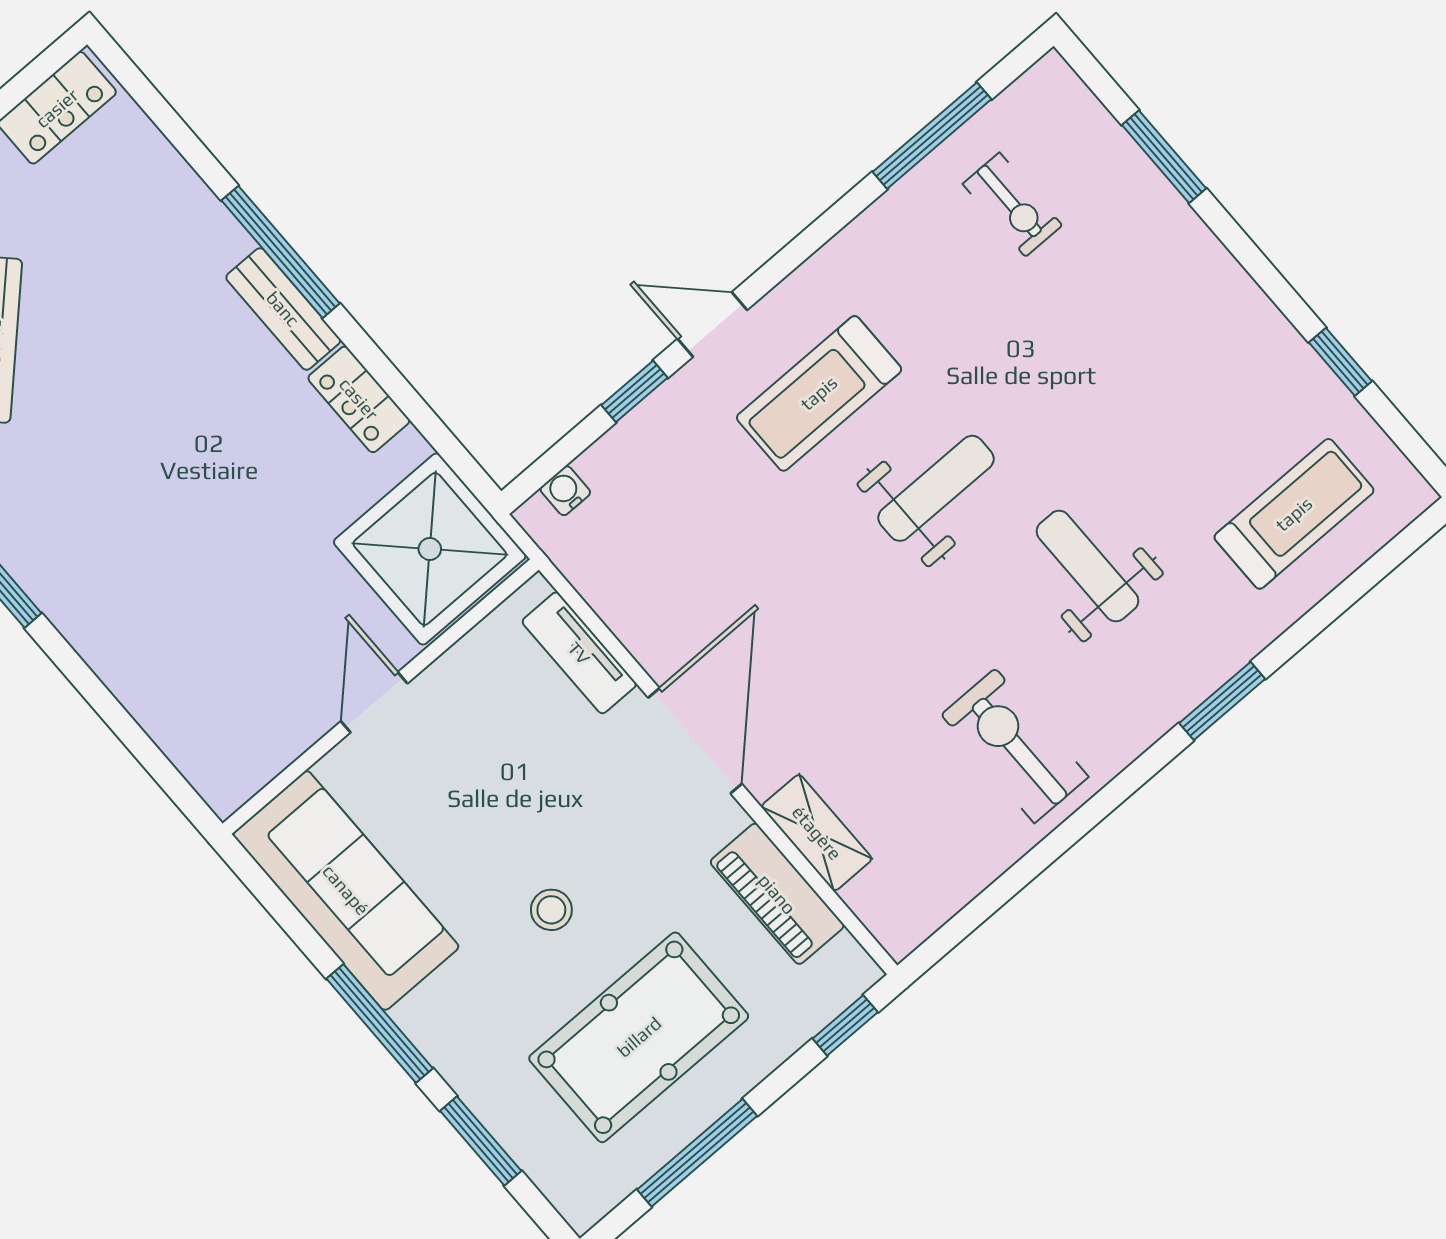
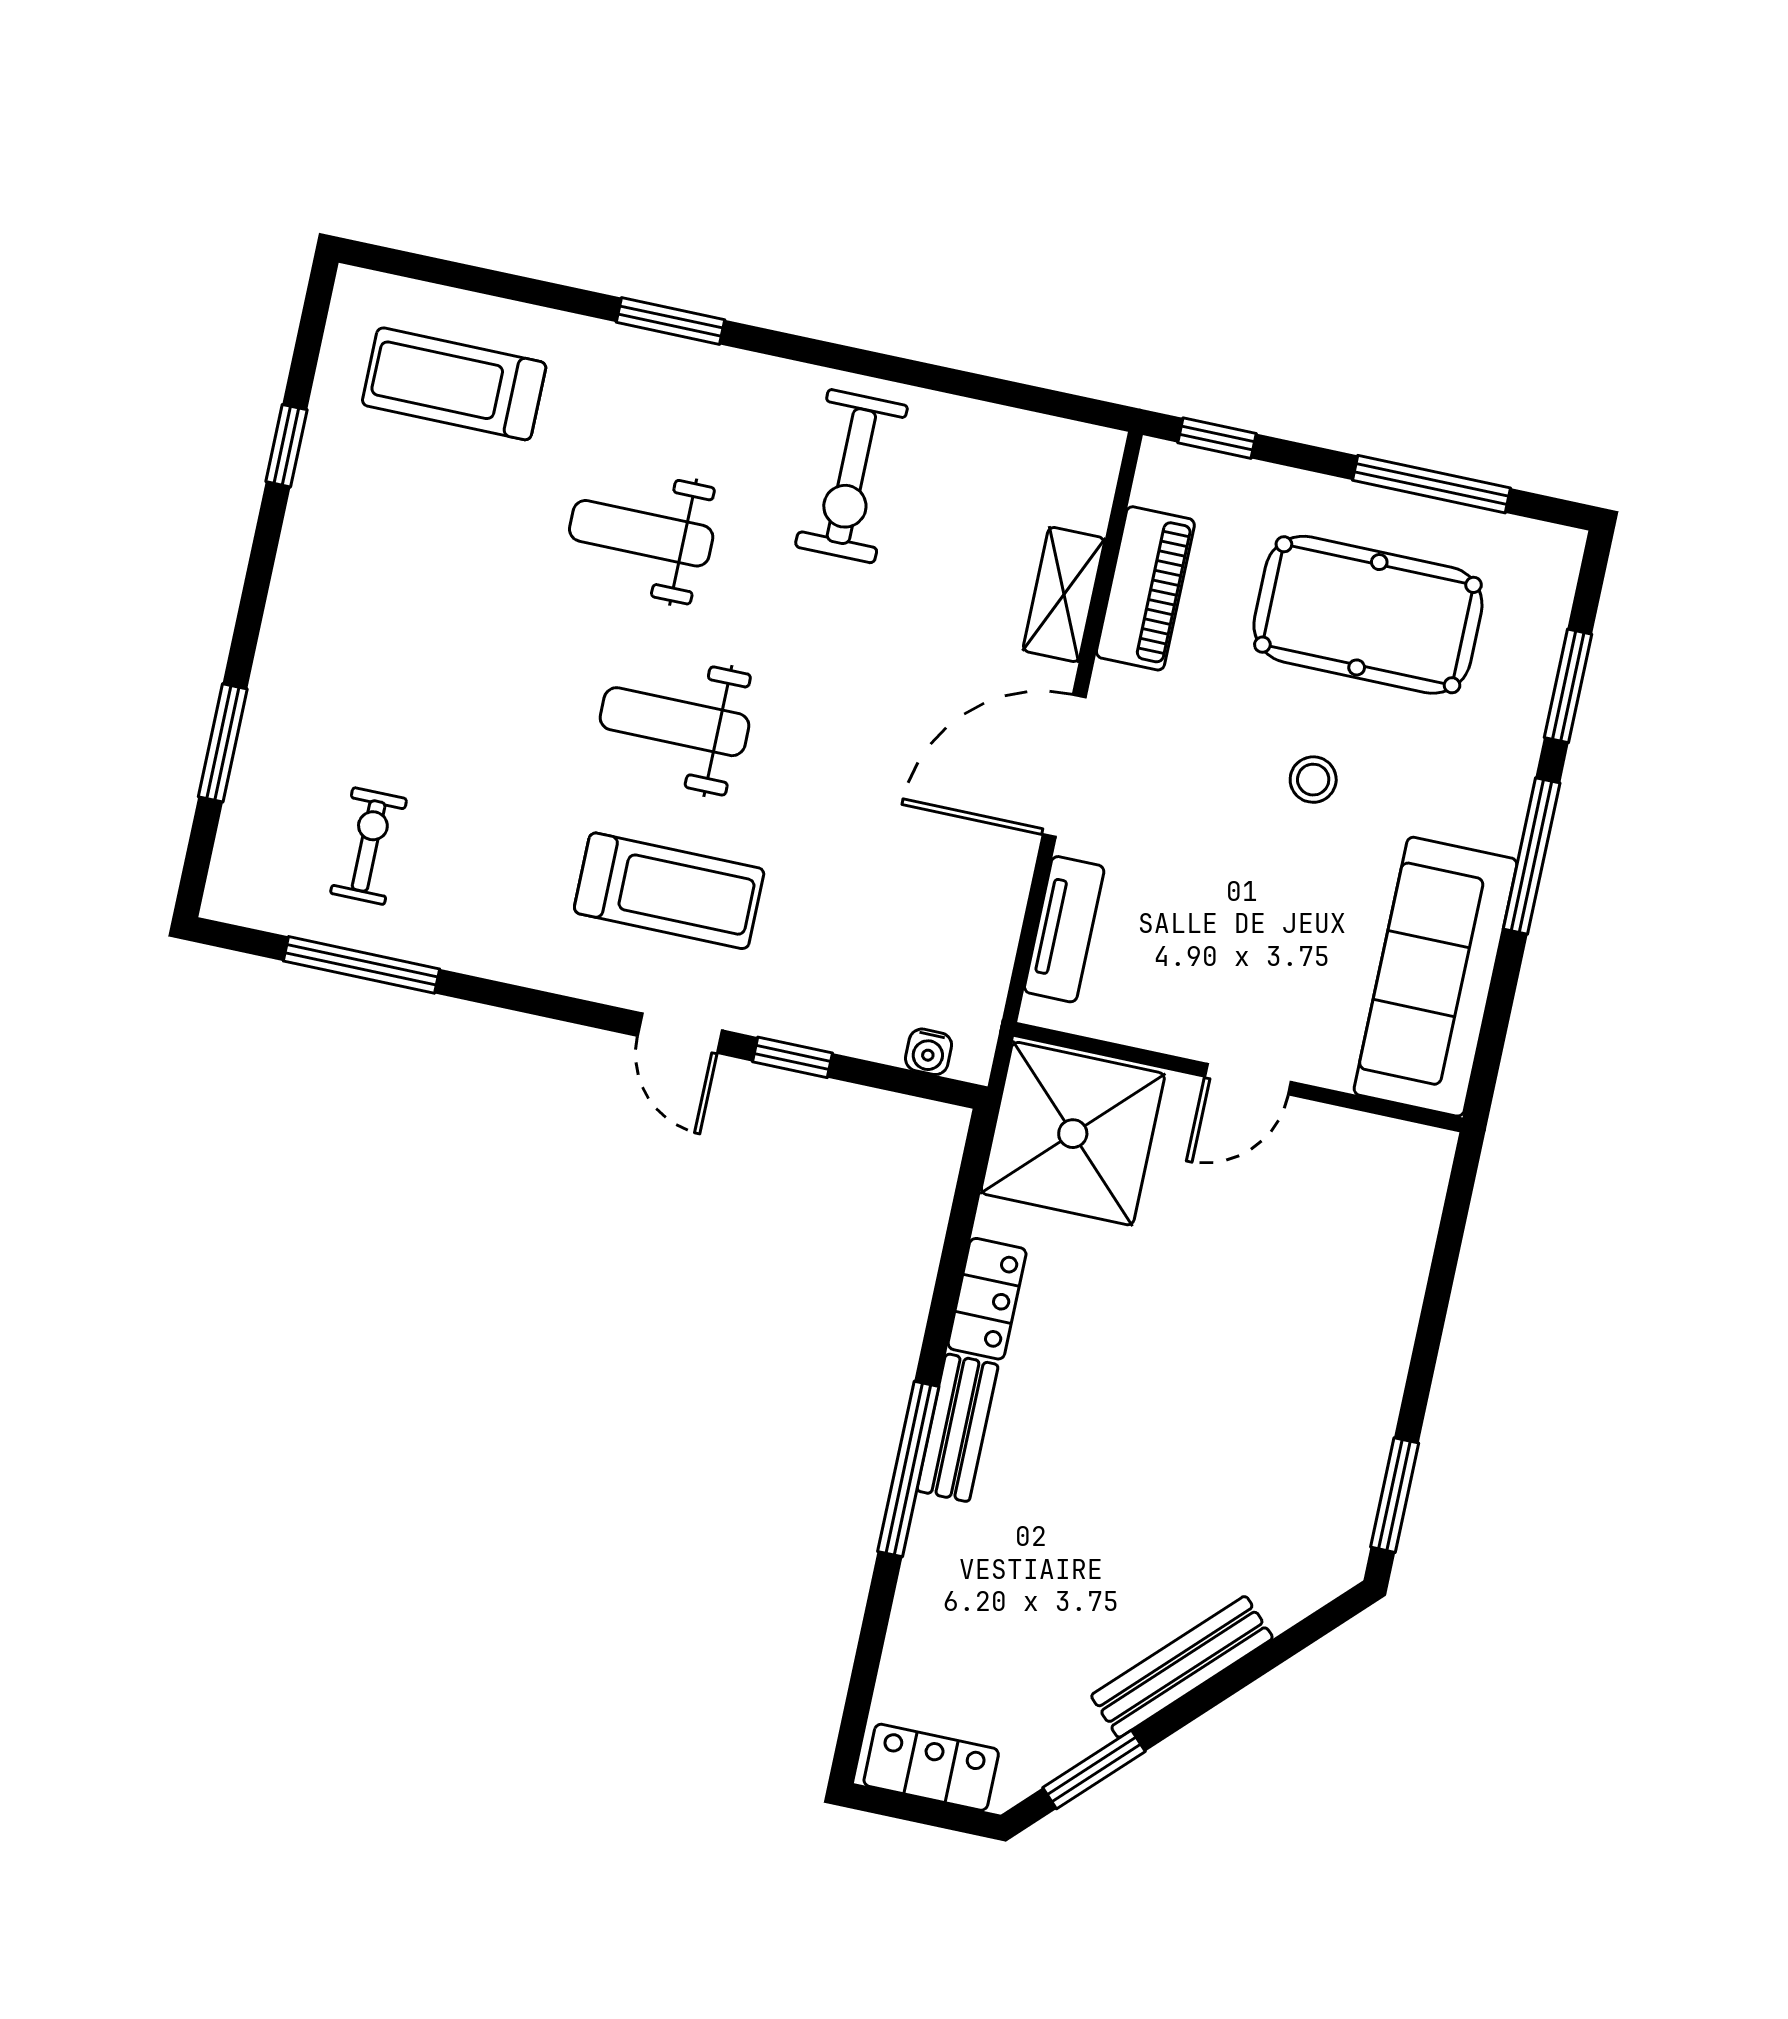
weight bench: (1087, 566) -> (641, 533), turned 90

